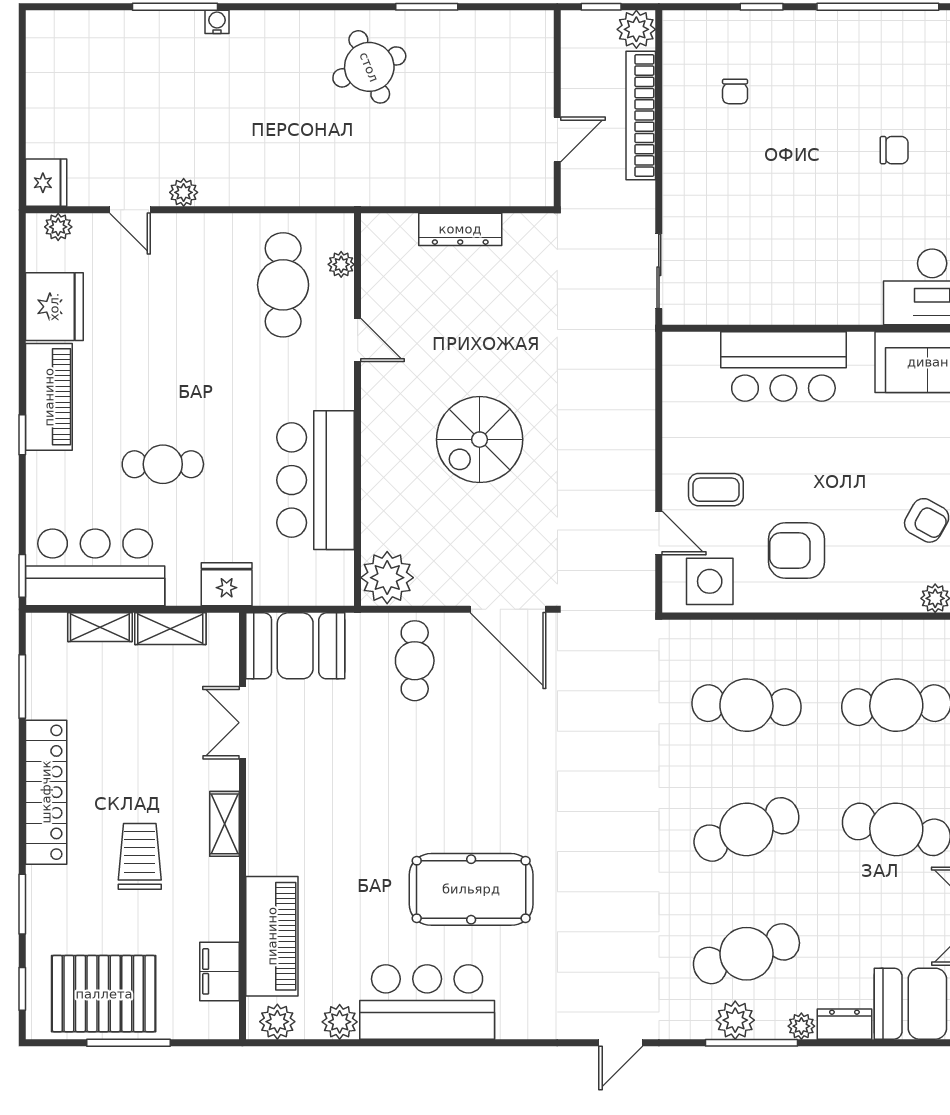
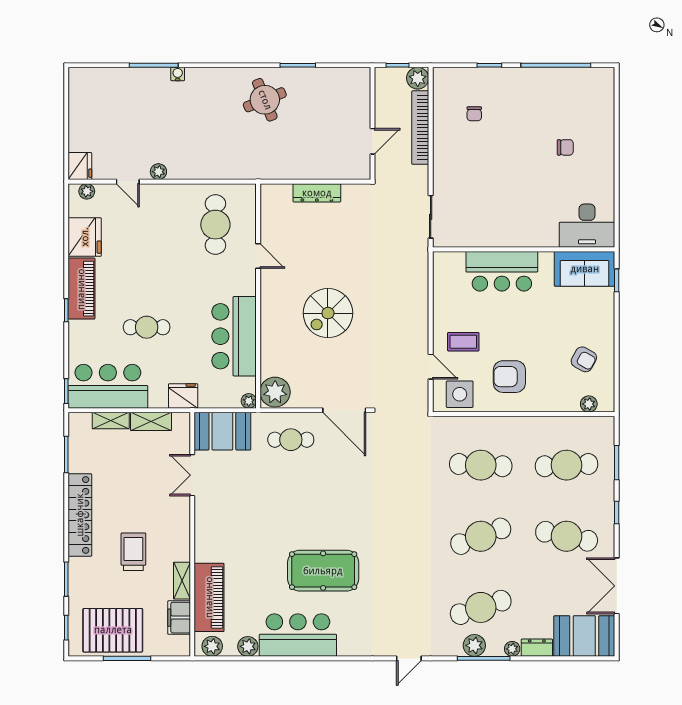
plant: (341, 264) -> (249, 401), moved
cafe table: (415, 661) -> (291, 440), turned 90
shelving: (224, 824) -> (182, 581), moved

